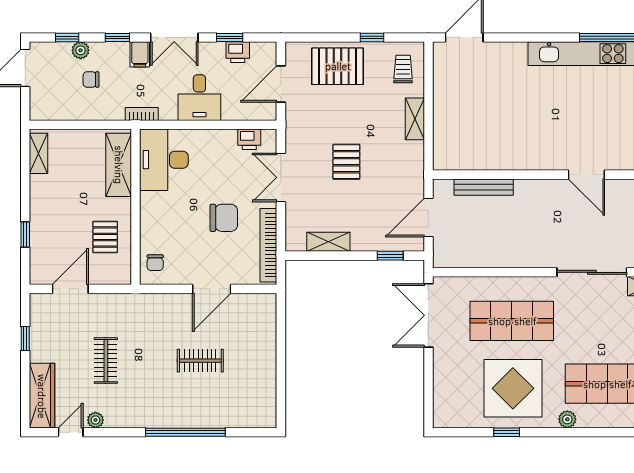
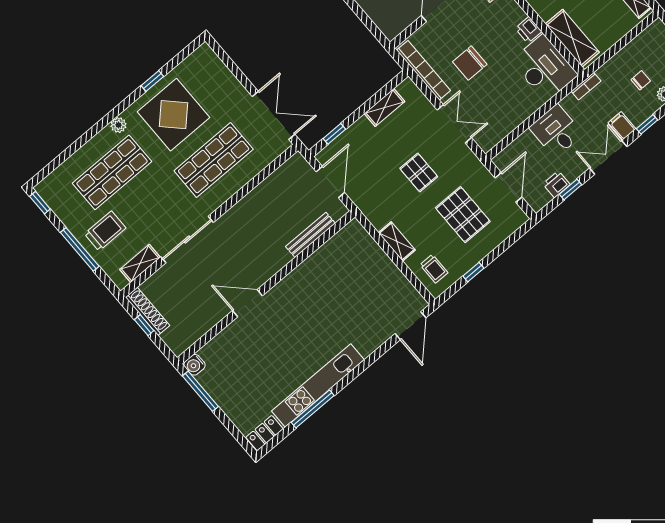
pallet: (338, 66) -> (463, 215), moved, turned 90
printer: (249, 139) -> (528, 30), moved, turned -90

